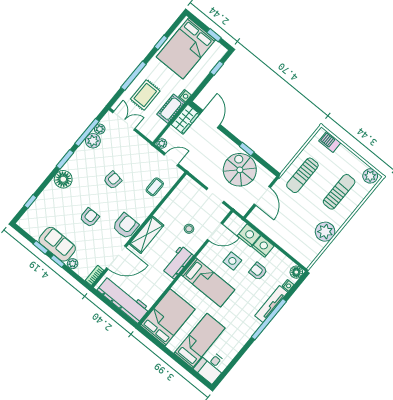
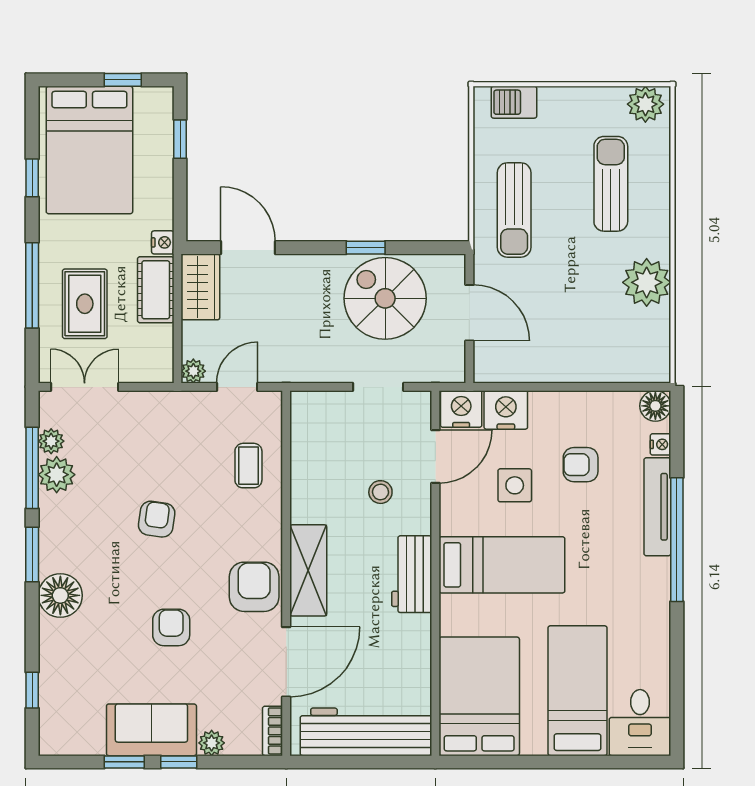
nightstand: (263, 246) -> (461, 409), moved

